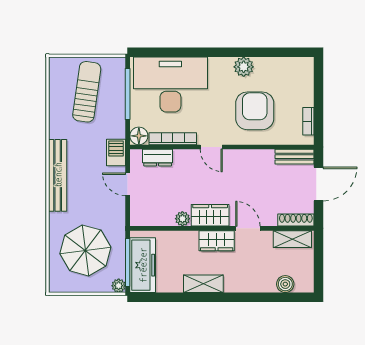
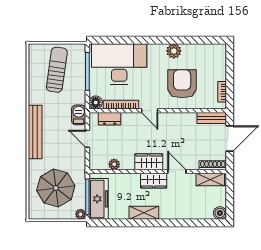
plant: (182, 219) -> (114, 164), moved
boiler: (285, 284) -> (220, 213), moved

